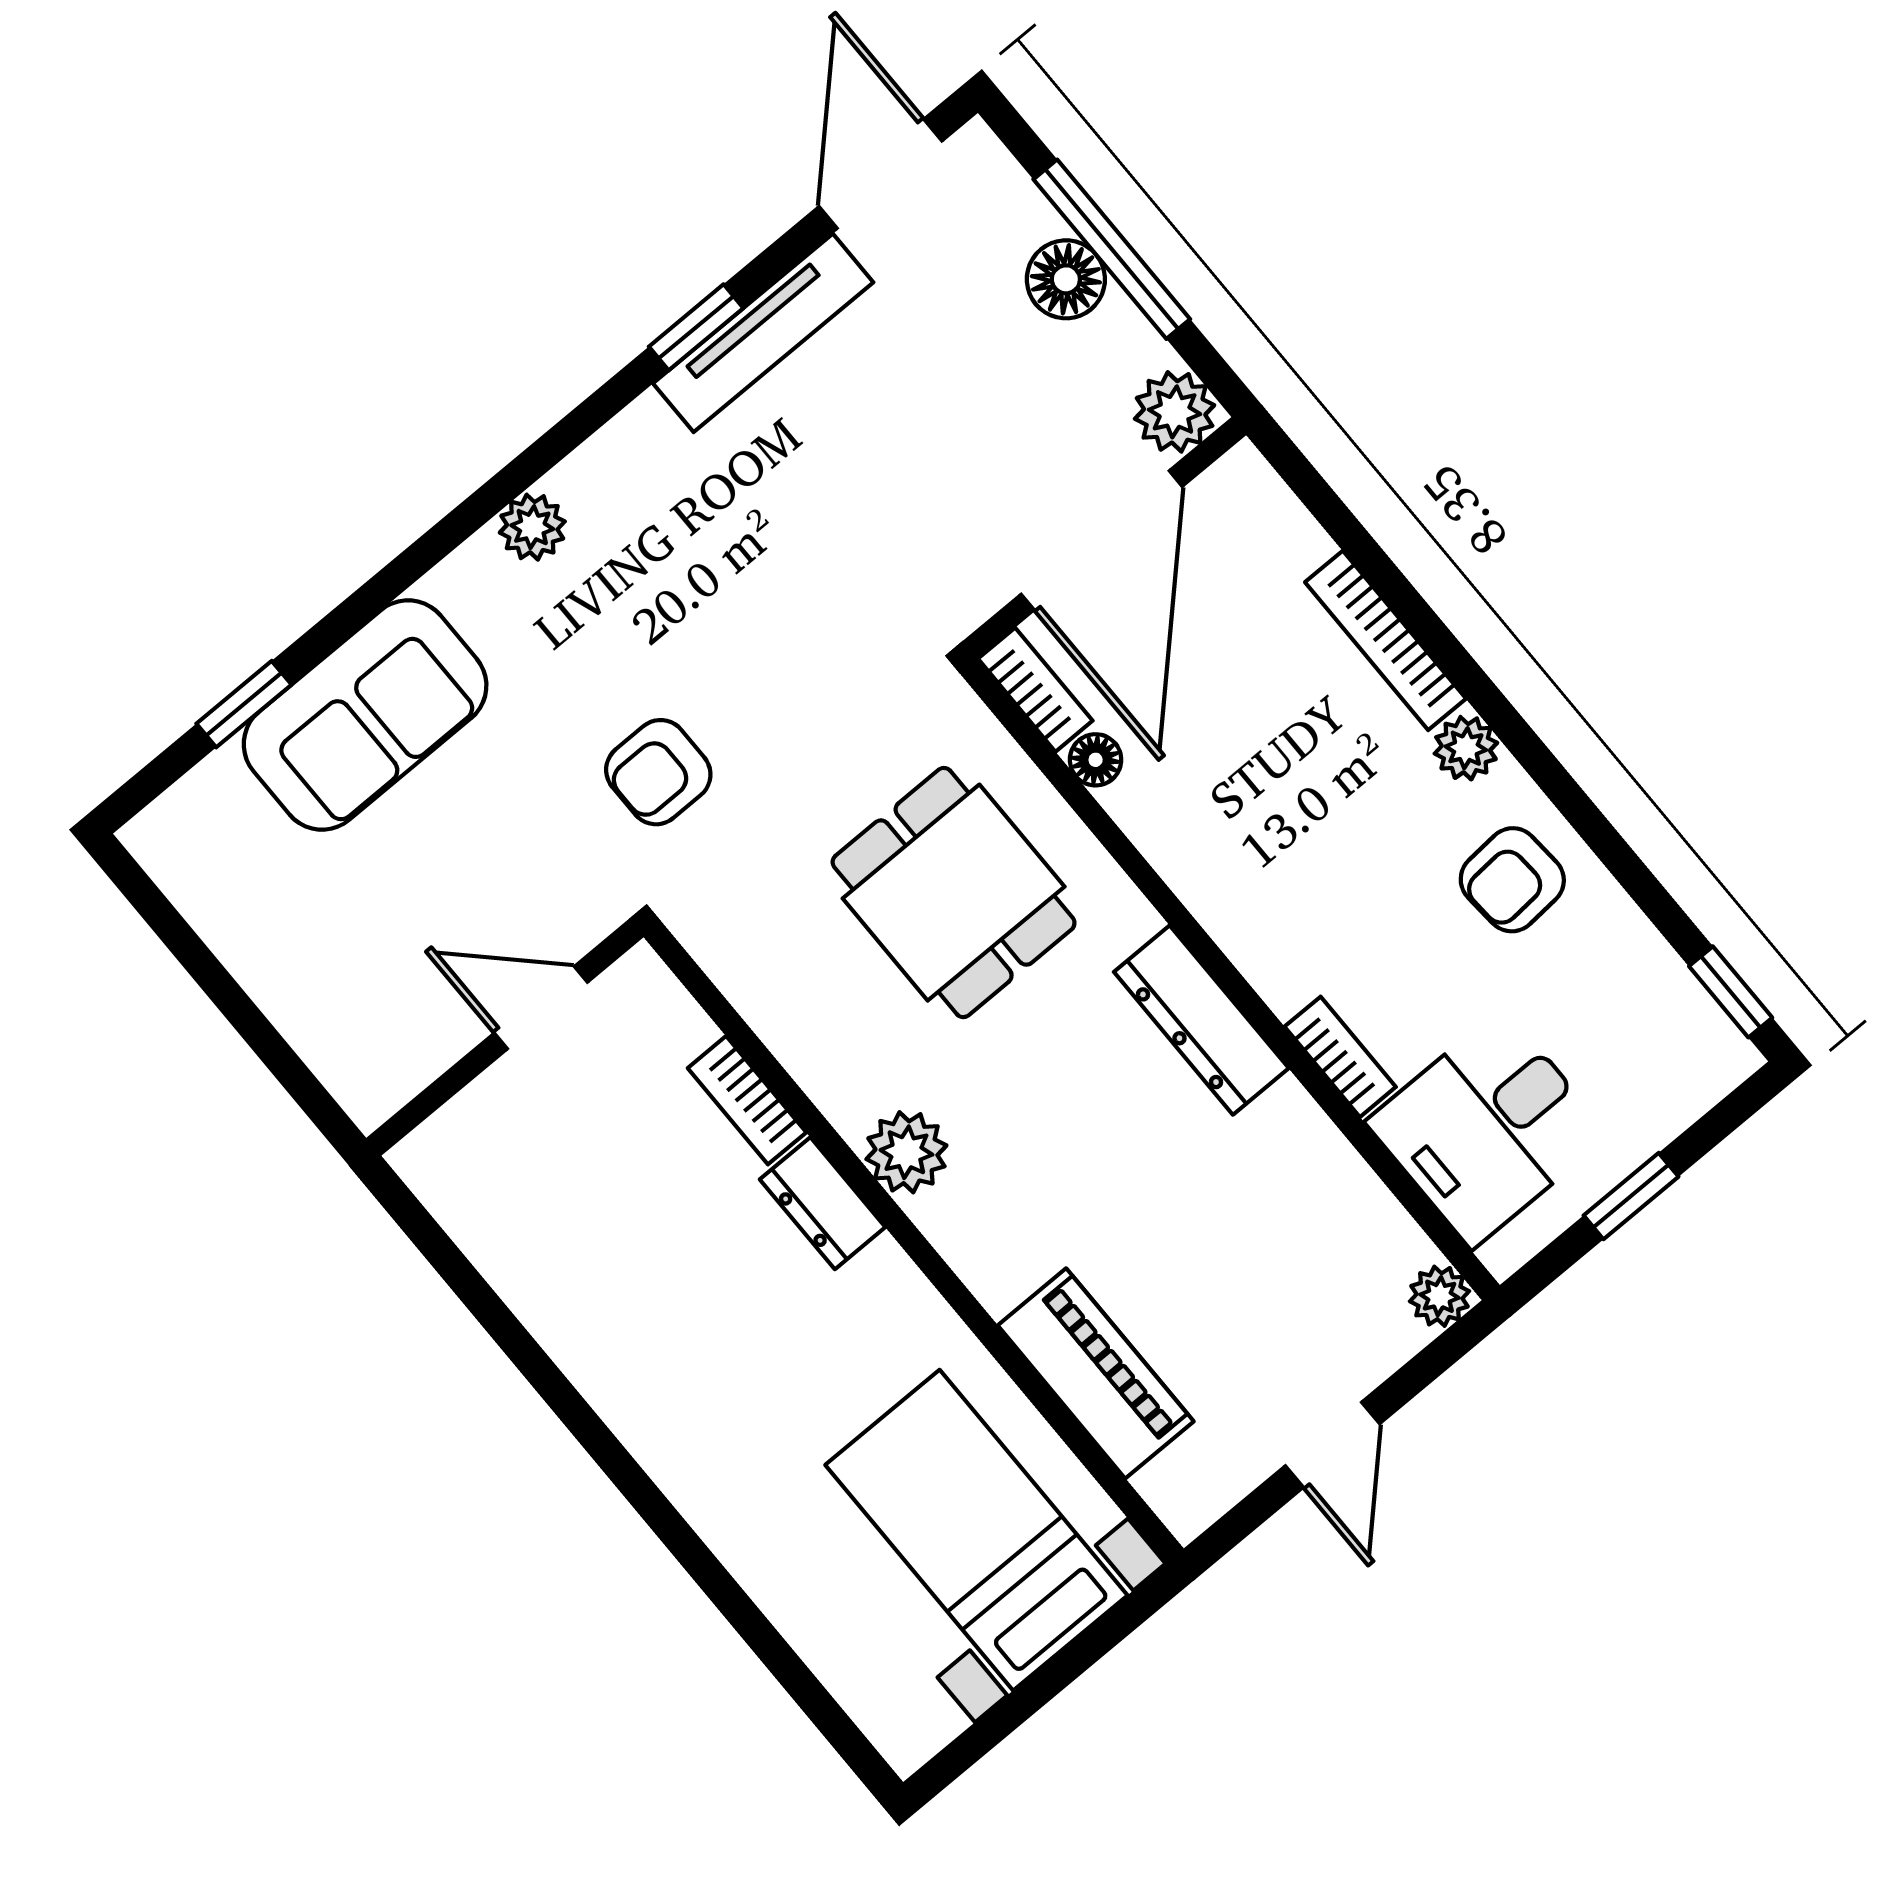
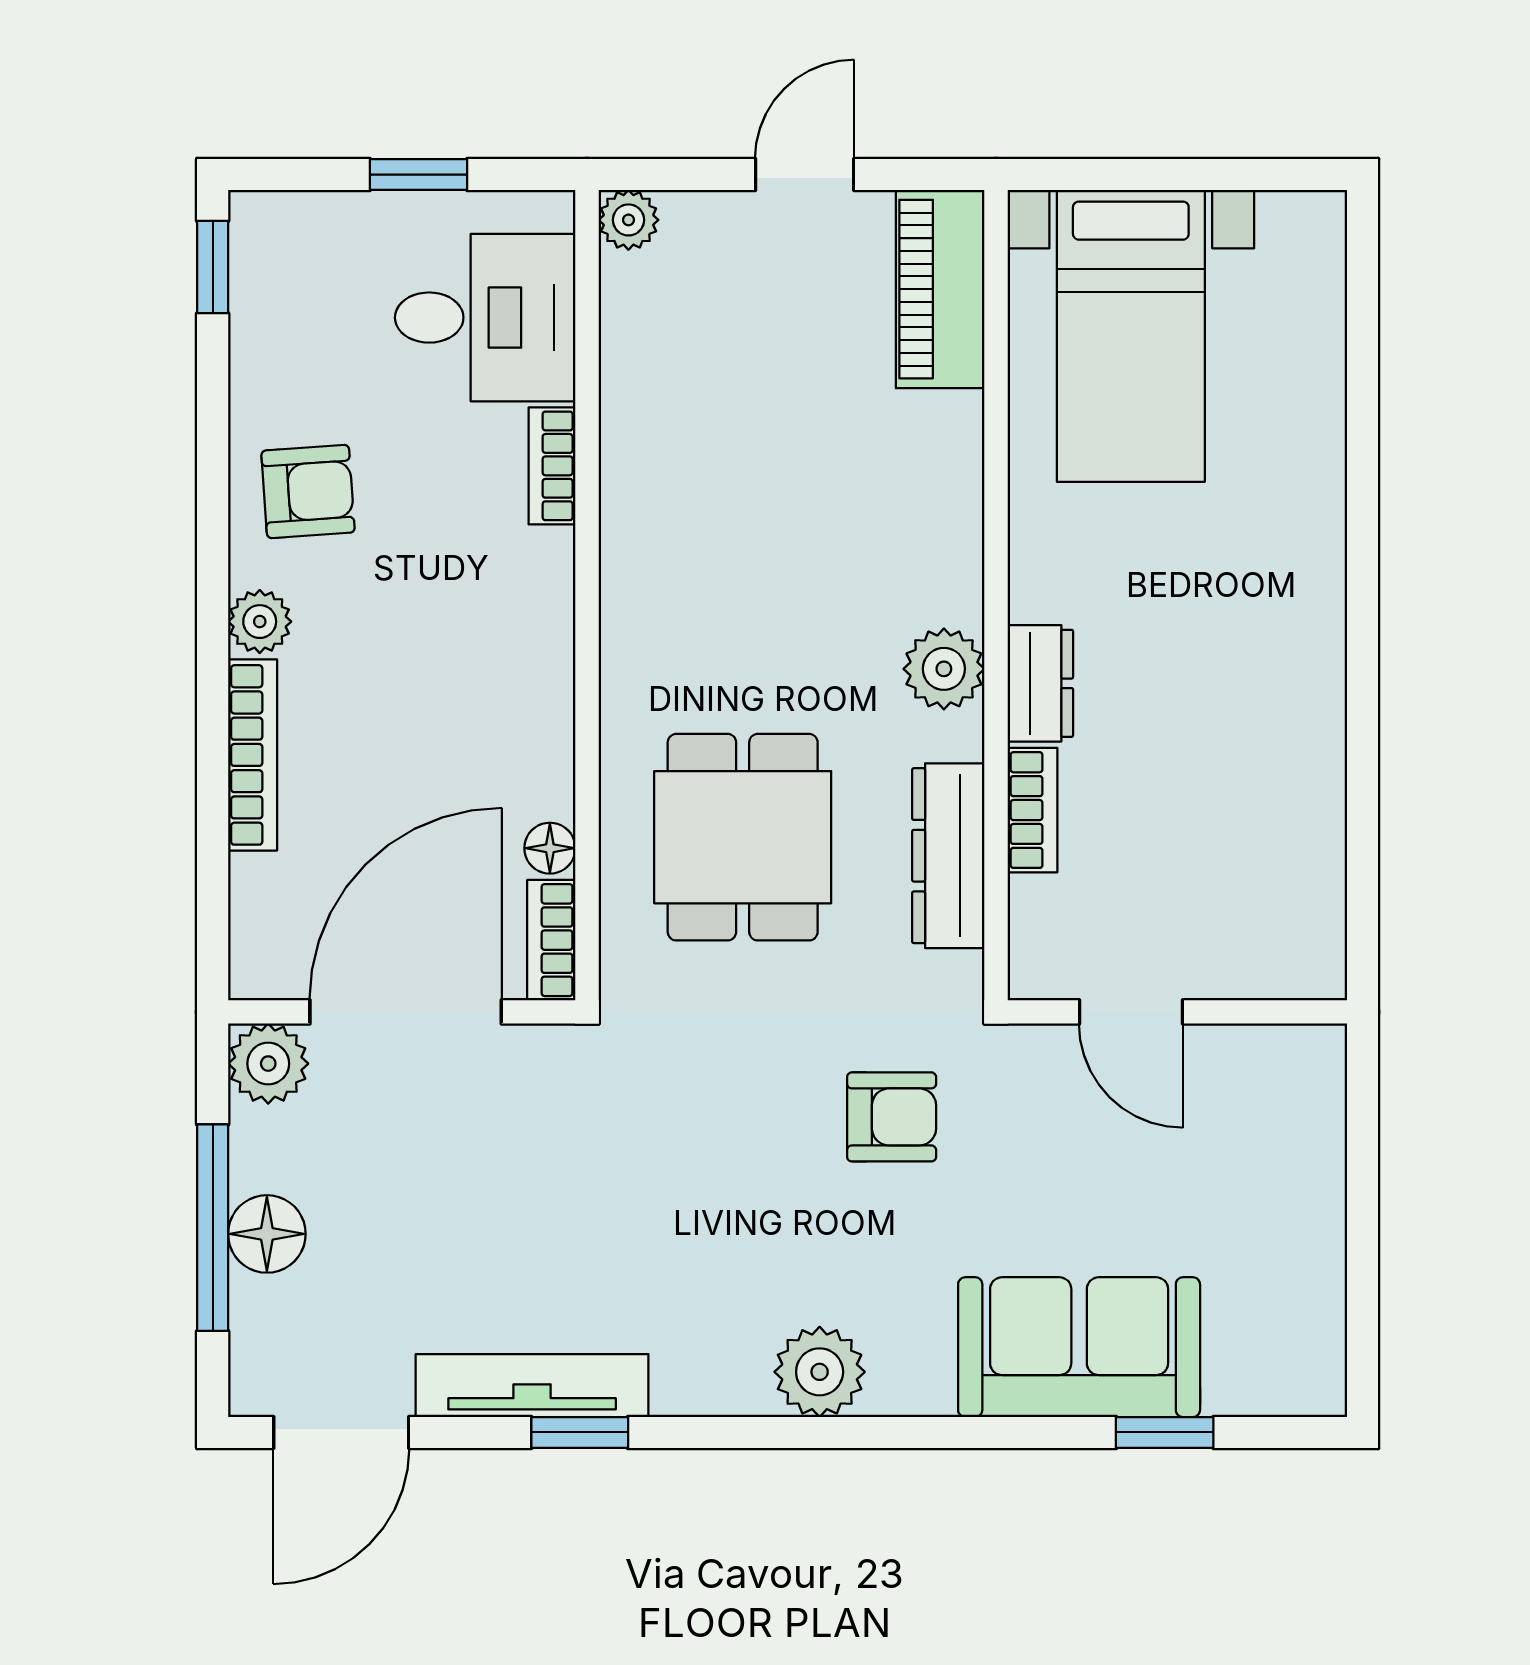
plant: (532, 527) -> (820, 1372), width x1.38, depth x1.38
dresser: (1201, 1020) -> (948, 856), moved, turned 180
piano: (1096, 1373) -> (940, 289), moved

